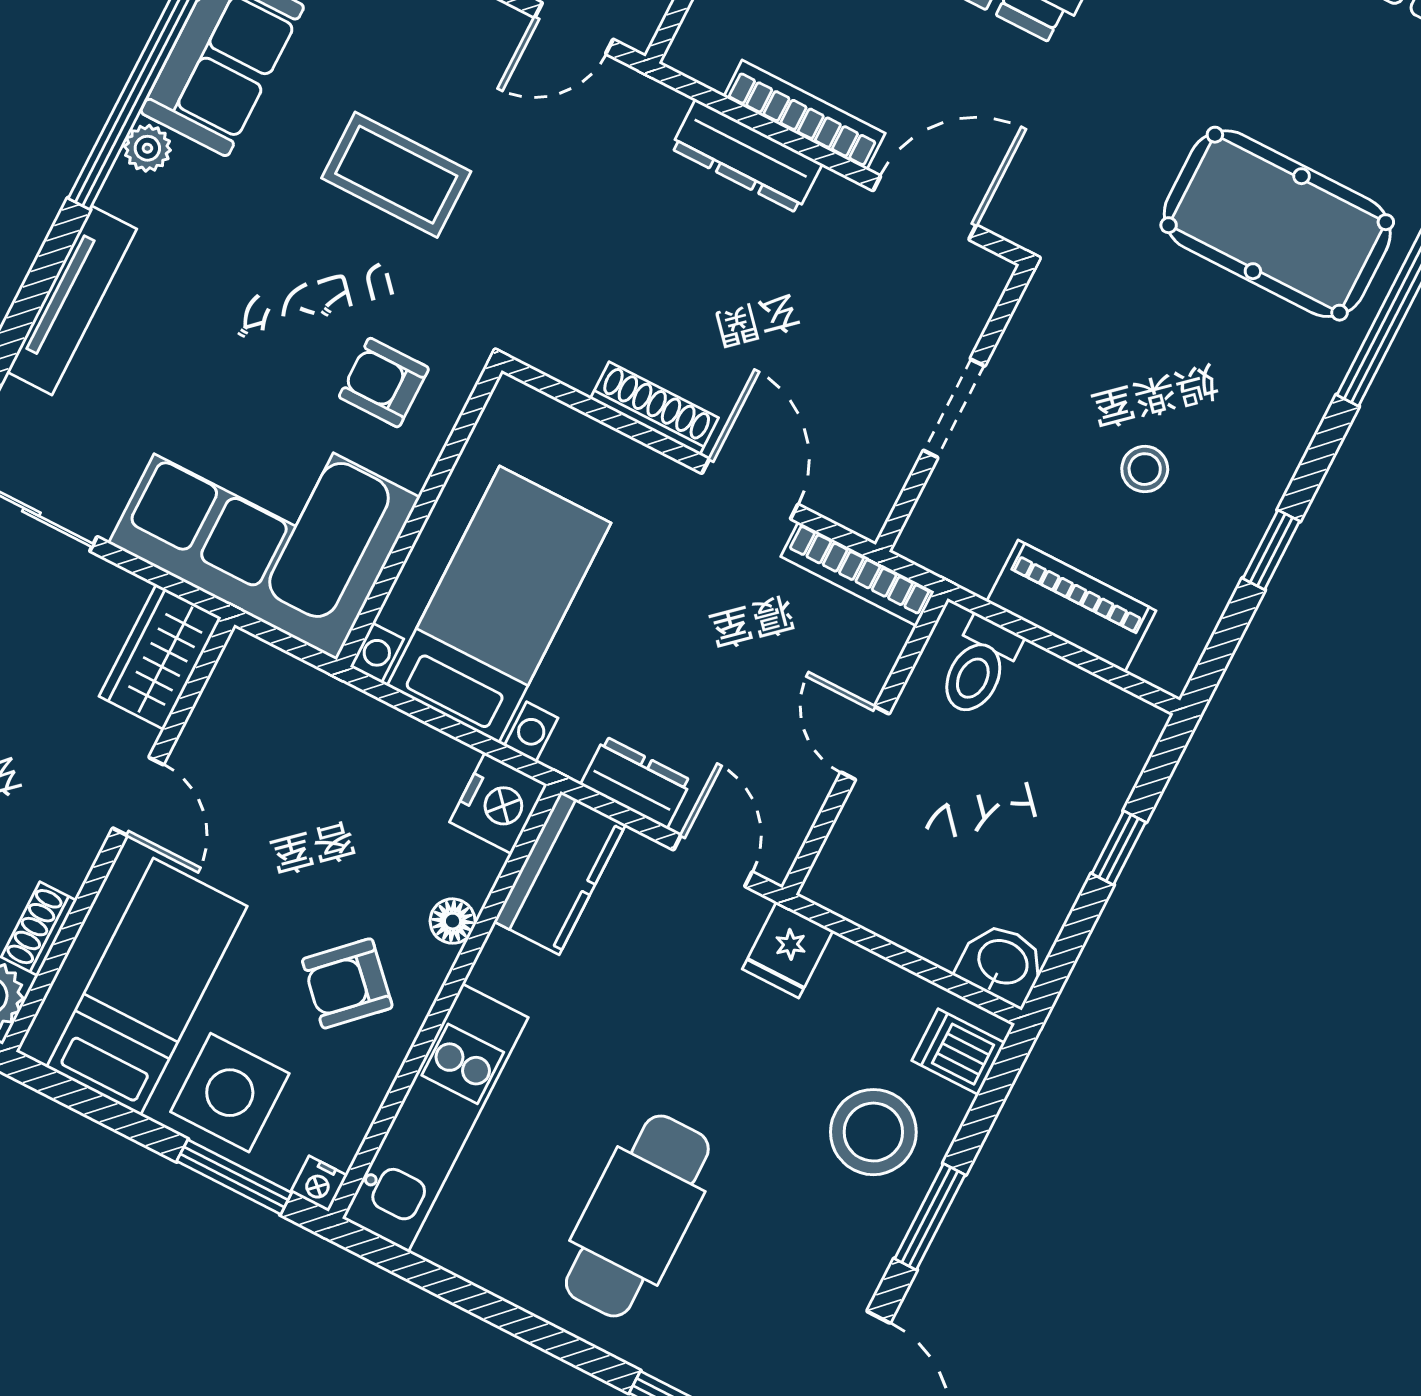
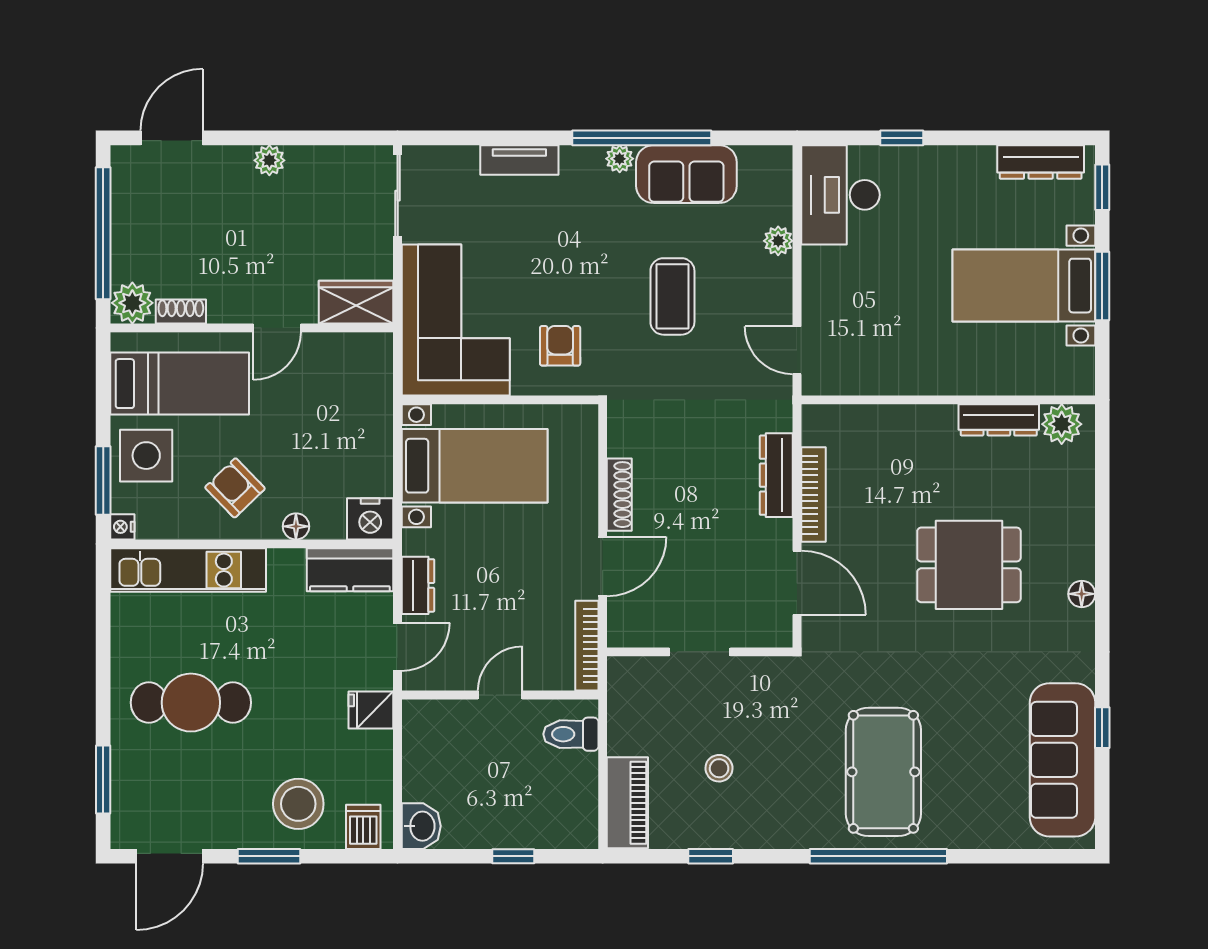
tv unit: (72, 300) -> (519, 160), width x0.71
piano: (1071, 606) -> (627, 803), moved

